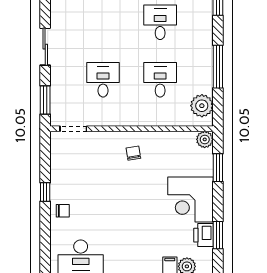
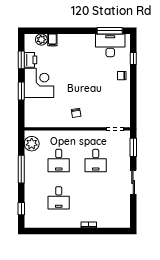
plant: (205, 139) -> (30, 122), removed
window: (218, 168) -> (21, 91), moved
window: (45, 192) -> (133, 58), moved

